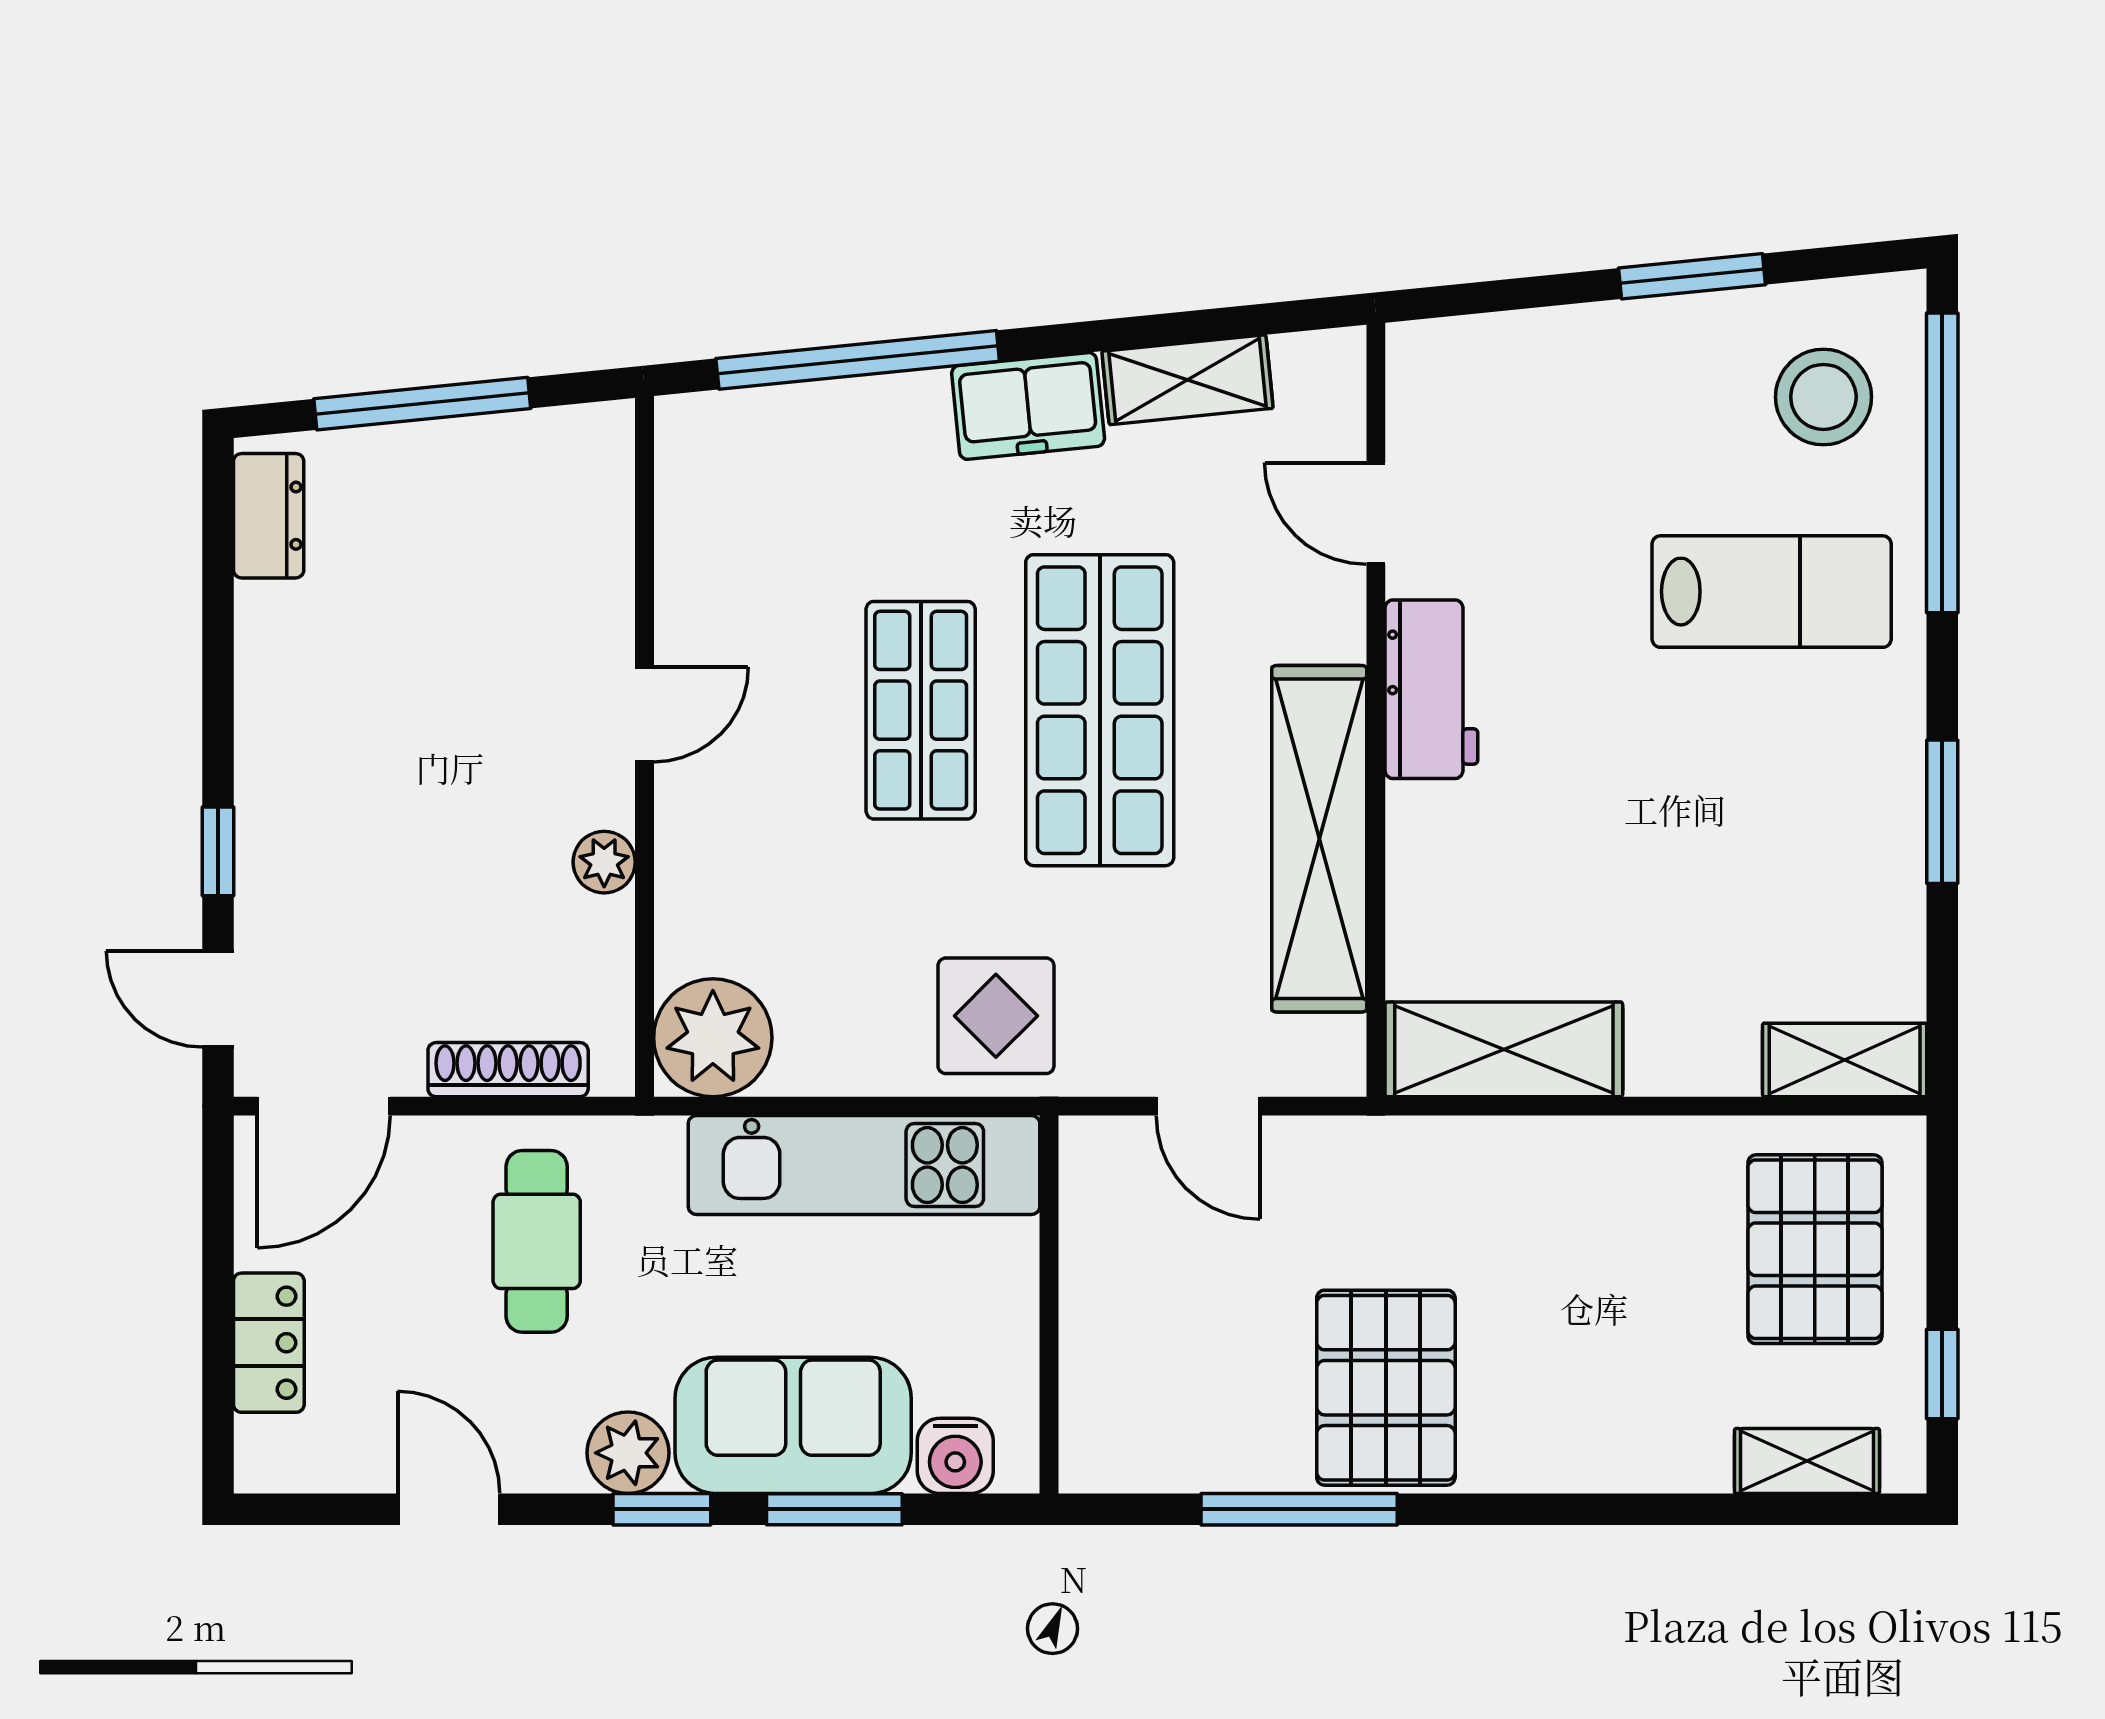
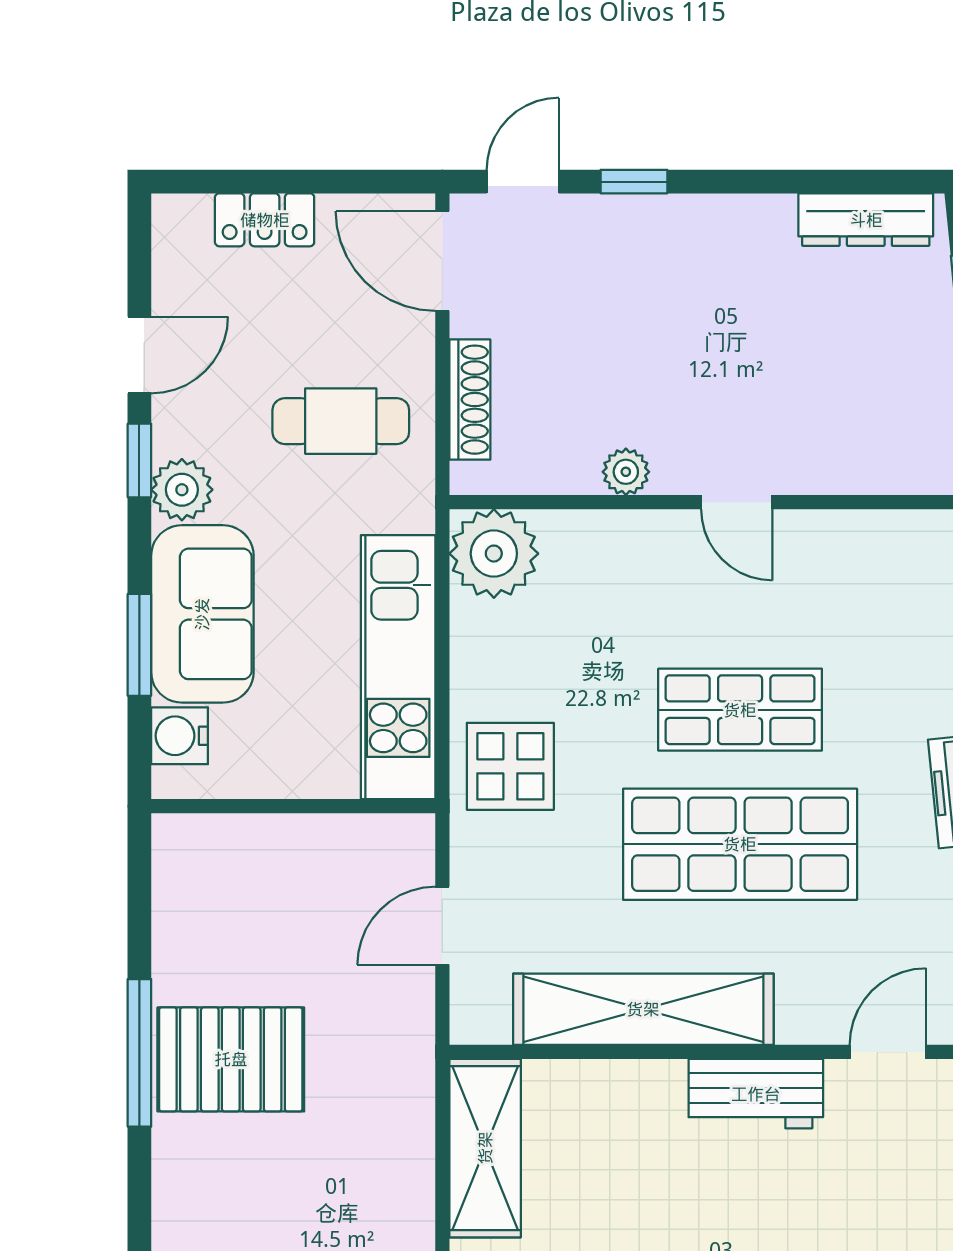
dresser: (269, 516) -> (866, 220), width x1.44
window: (662, 1509) -> (139, 461), moved
window: (1299, 1509) -> (139, 1053), moved

